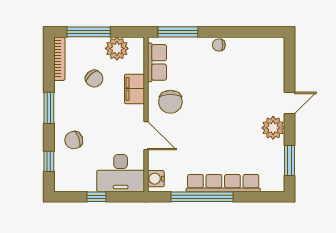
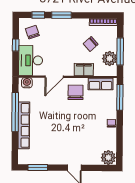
window: (89, 32) -> (120, 52), moved
chair: (170, 102) -> (76, 92), turned 90
window: (49, 108) -> (62, 15), moved
plant: (273, 128) -> (108, 158), moved
chair: (74, 140) -> (32, 32), moved

